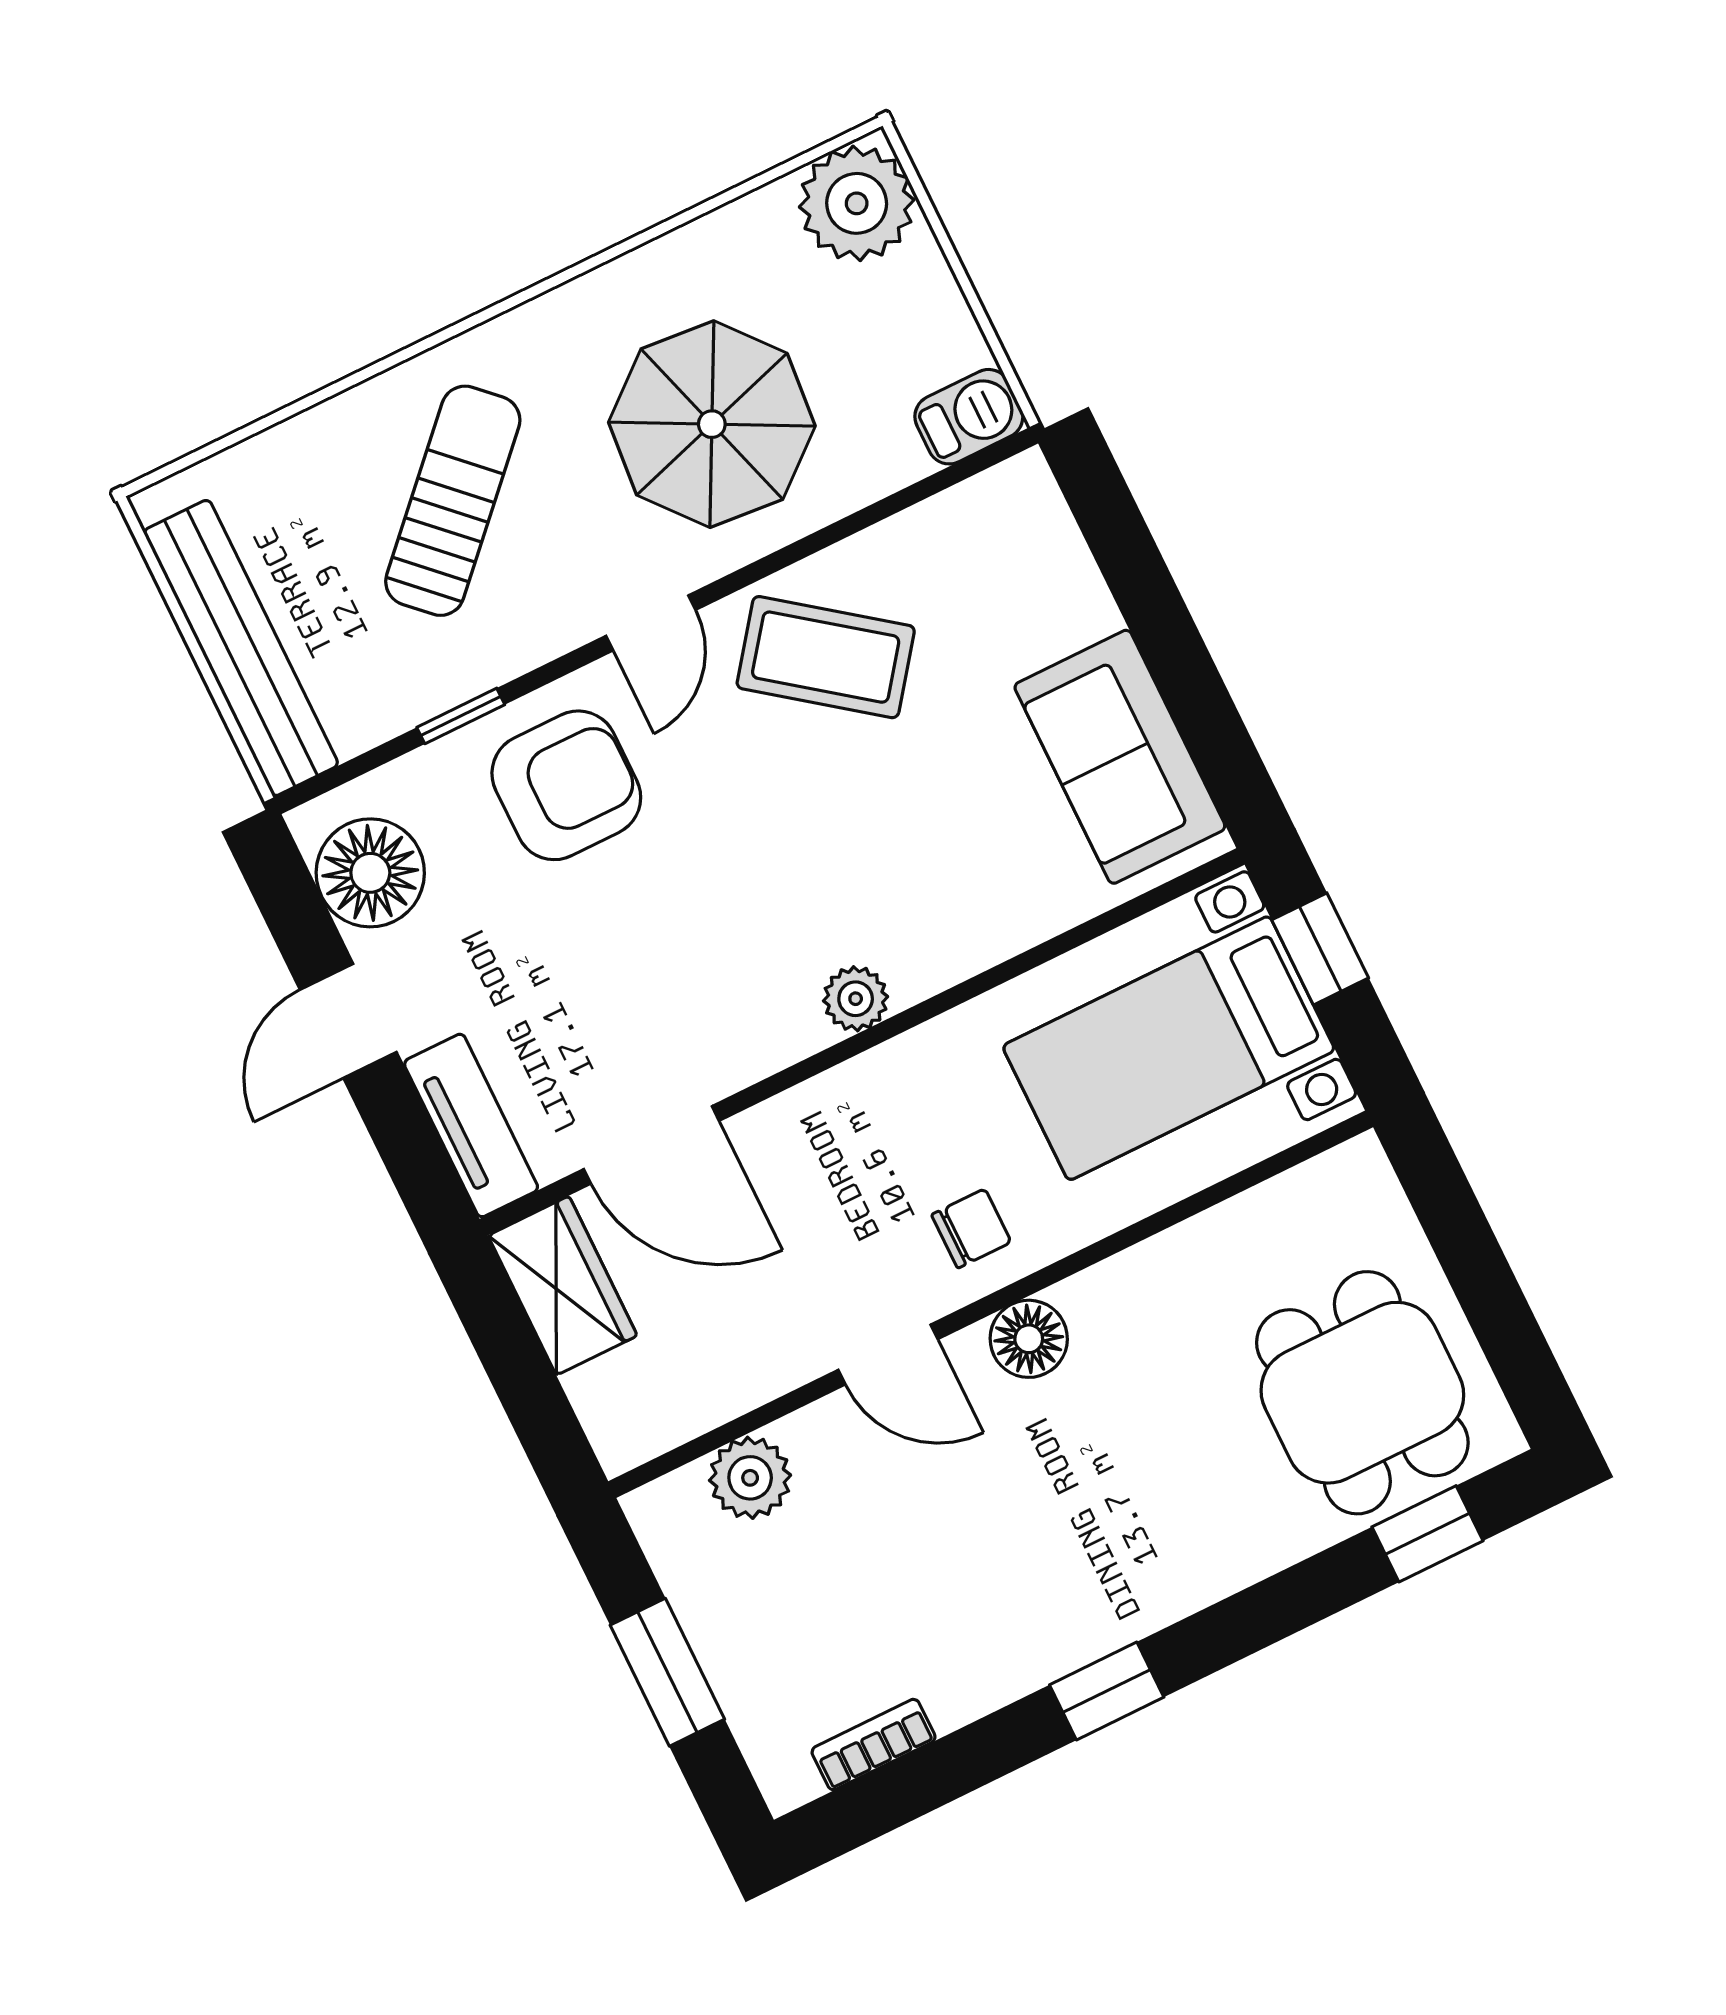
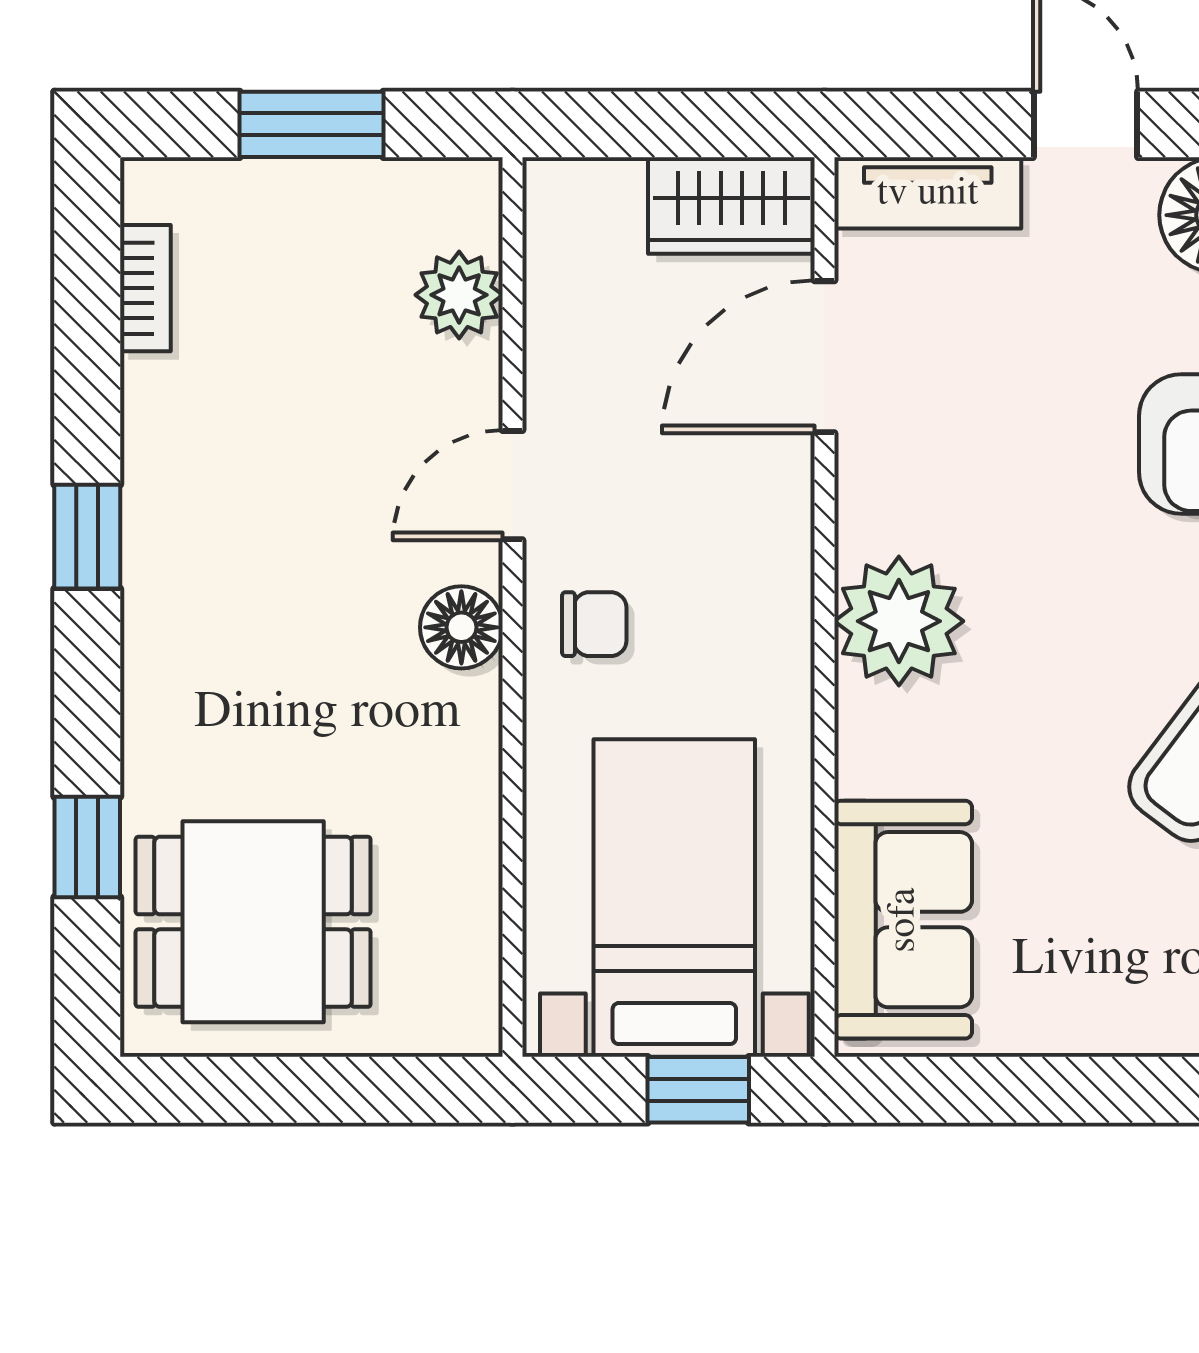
sofa: (1120, 757) -> (903, 920), moved, turned 90
plant: (856, 999) -> (899, 621), width x1.88, depth x1.88
chair: (971, 1228) -> (594, 624), turned -90
window: (1427, 1534) -> (87, 847), moved

